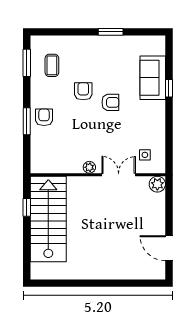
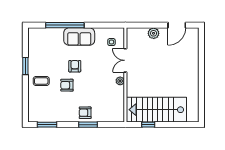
coffee table: (52, 65) -> (41, 81), moved
sofa: (153, 78) -> (79, 37), moved
window: (169, 88) -> (65, 25), width x3.17
plant: (157, 184) -> (154, 33), moved

